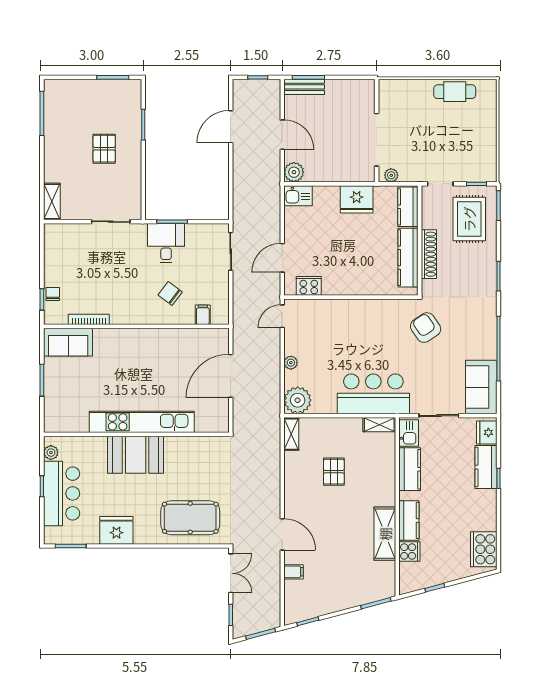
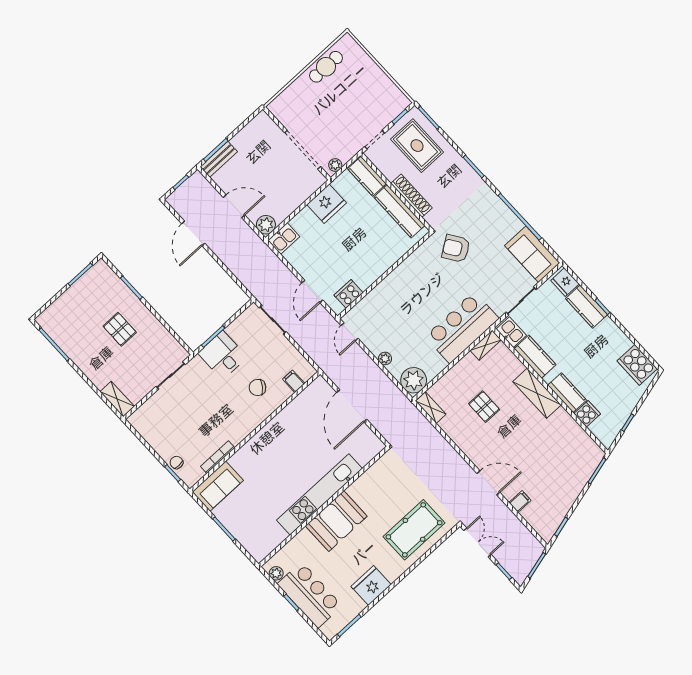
shelving: (385, 534) -> (537, 393), moved

